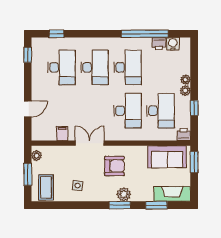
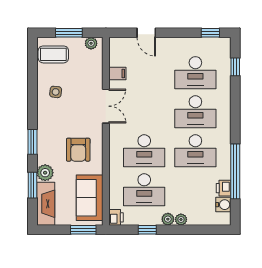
armchair: (114, 166) -> (78, 150), moved
plant: (124, 194) -> (45, 173), moved

